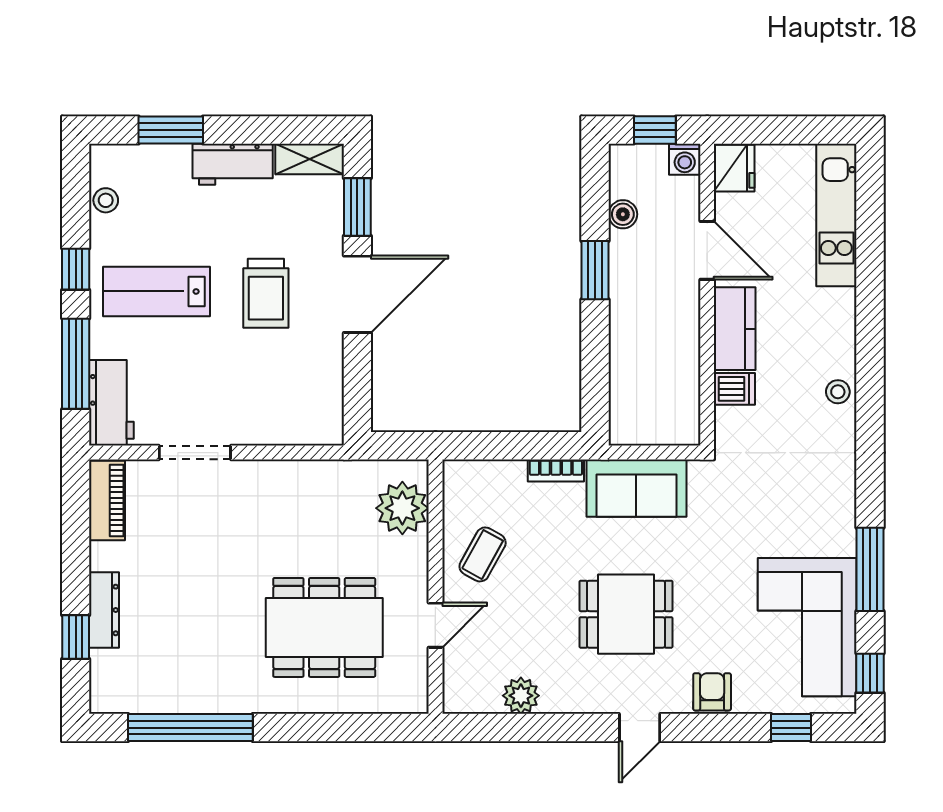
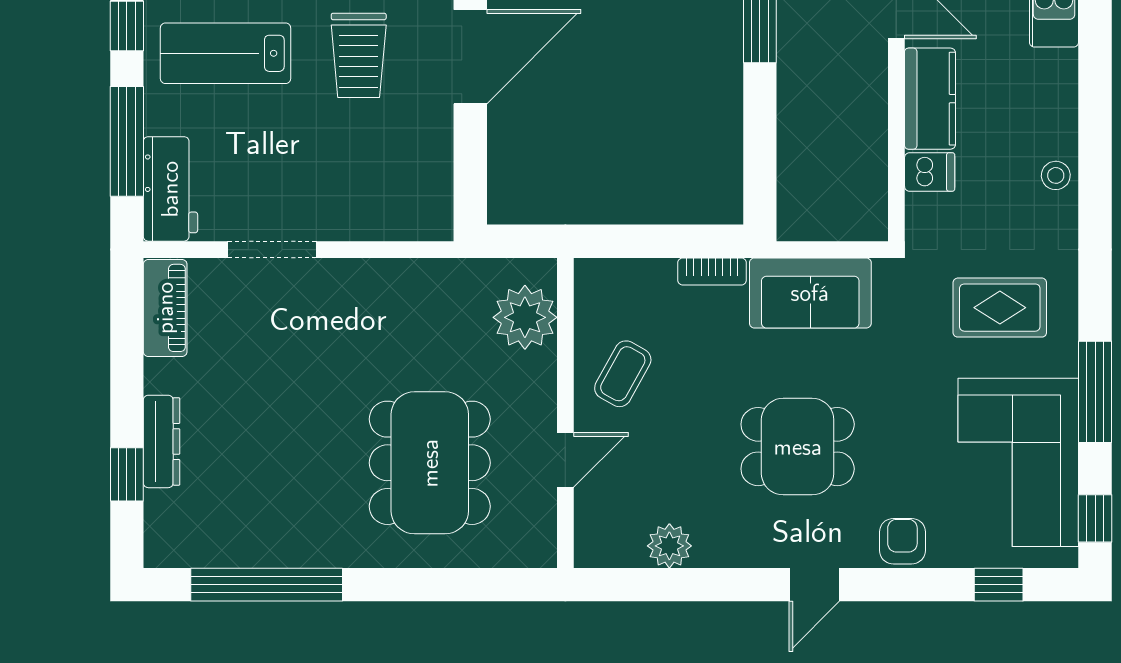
rug: (792, 500) -> (1000, 308), added
dining table: (324, 627) -> (430, 463), turned 90

